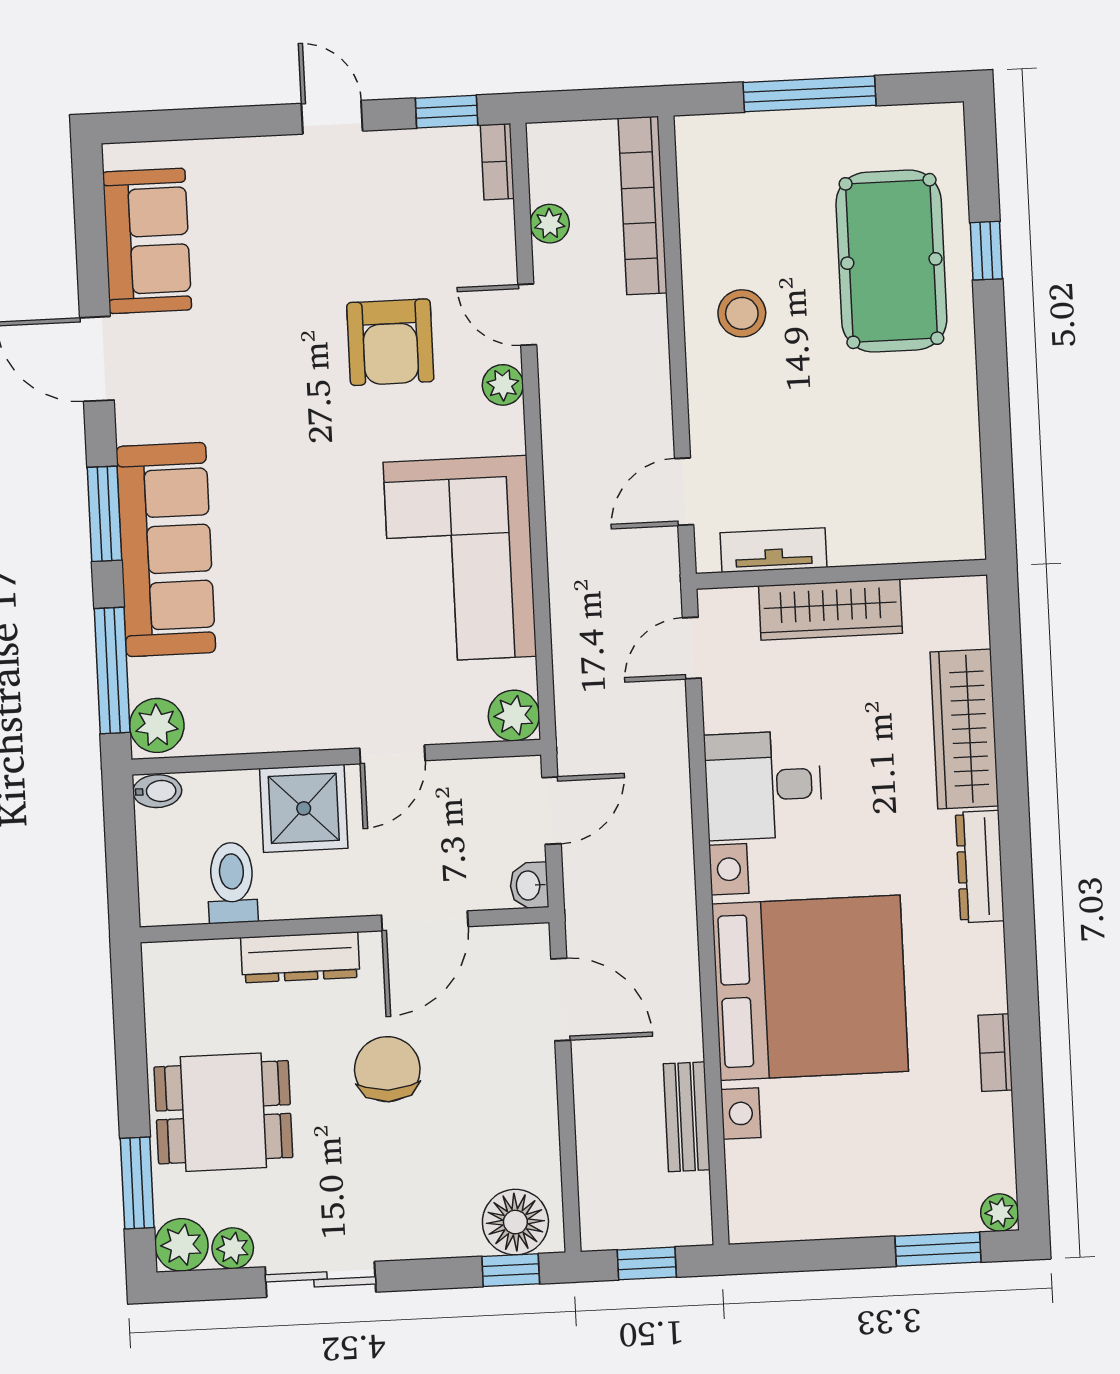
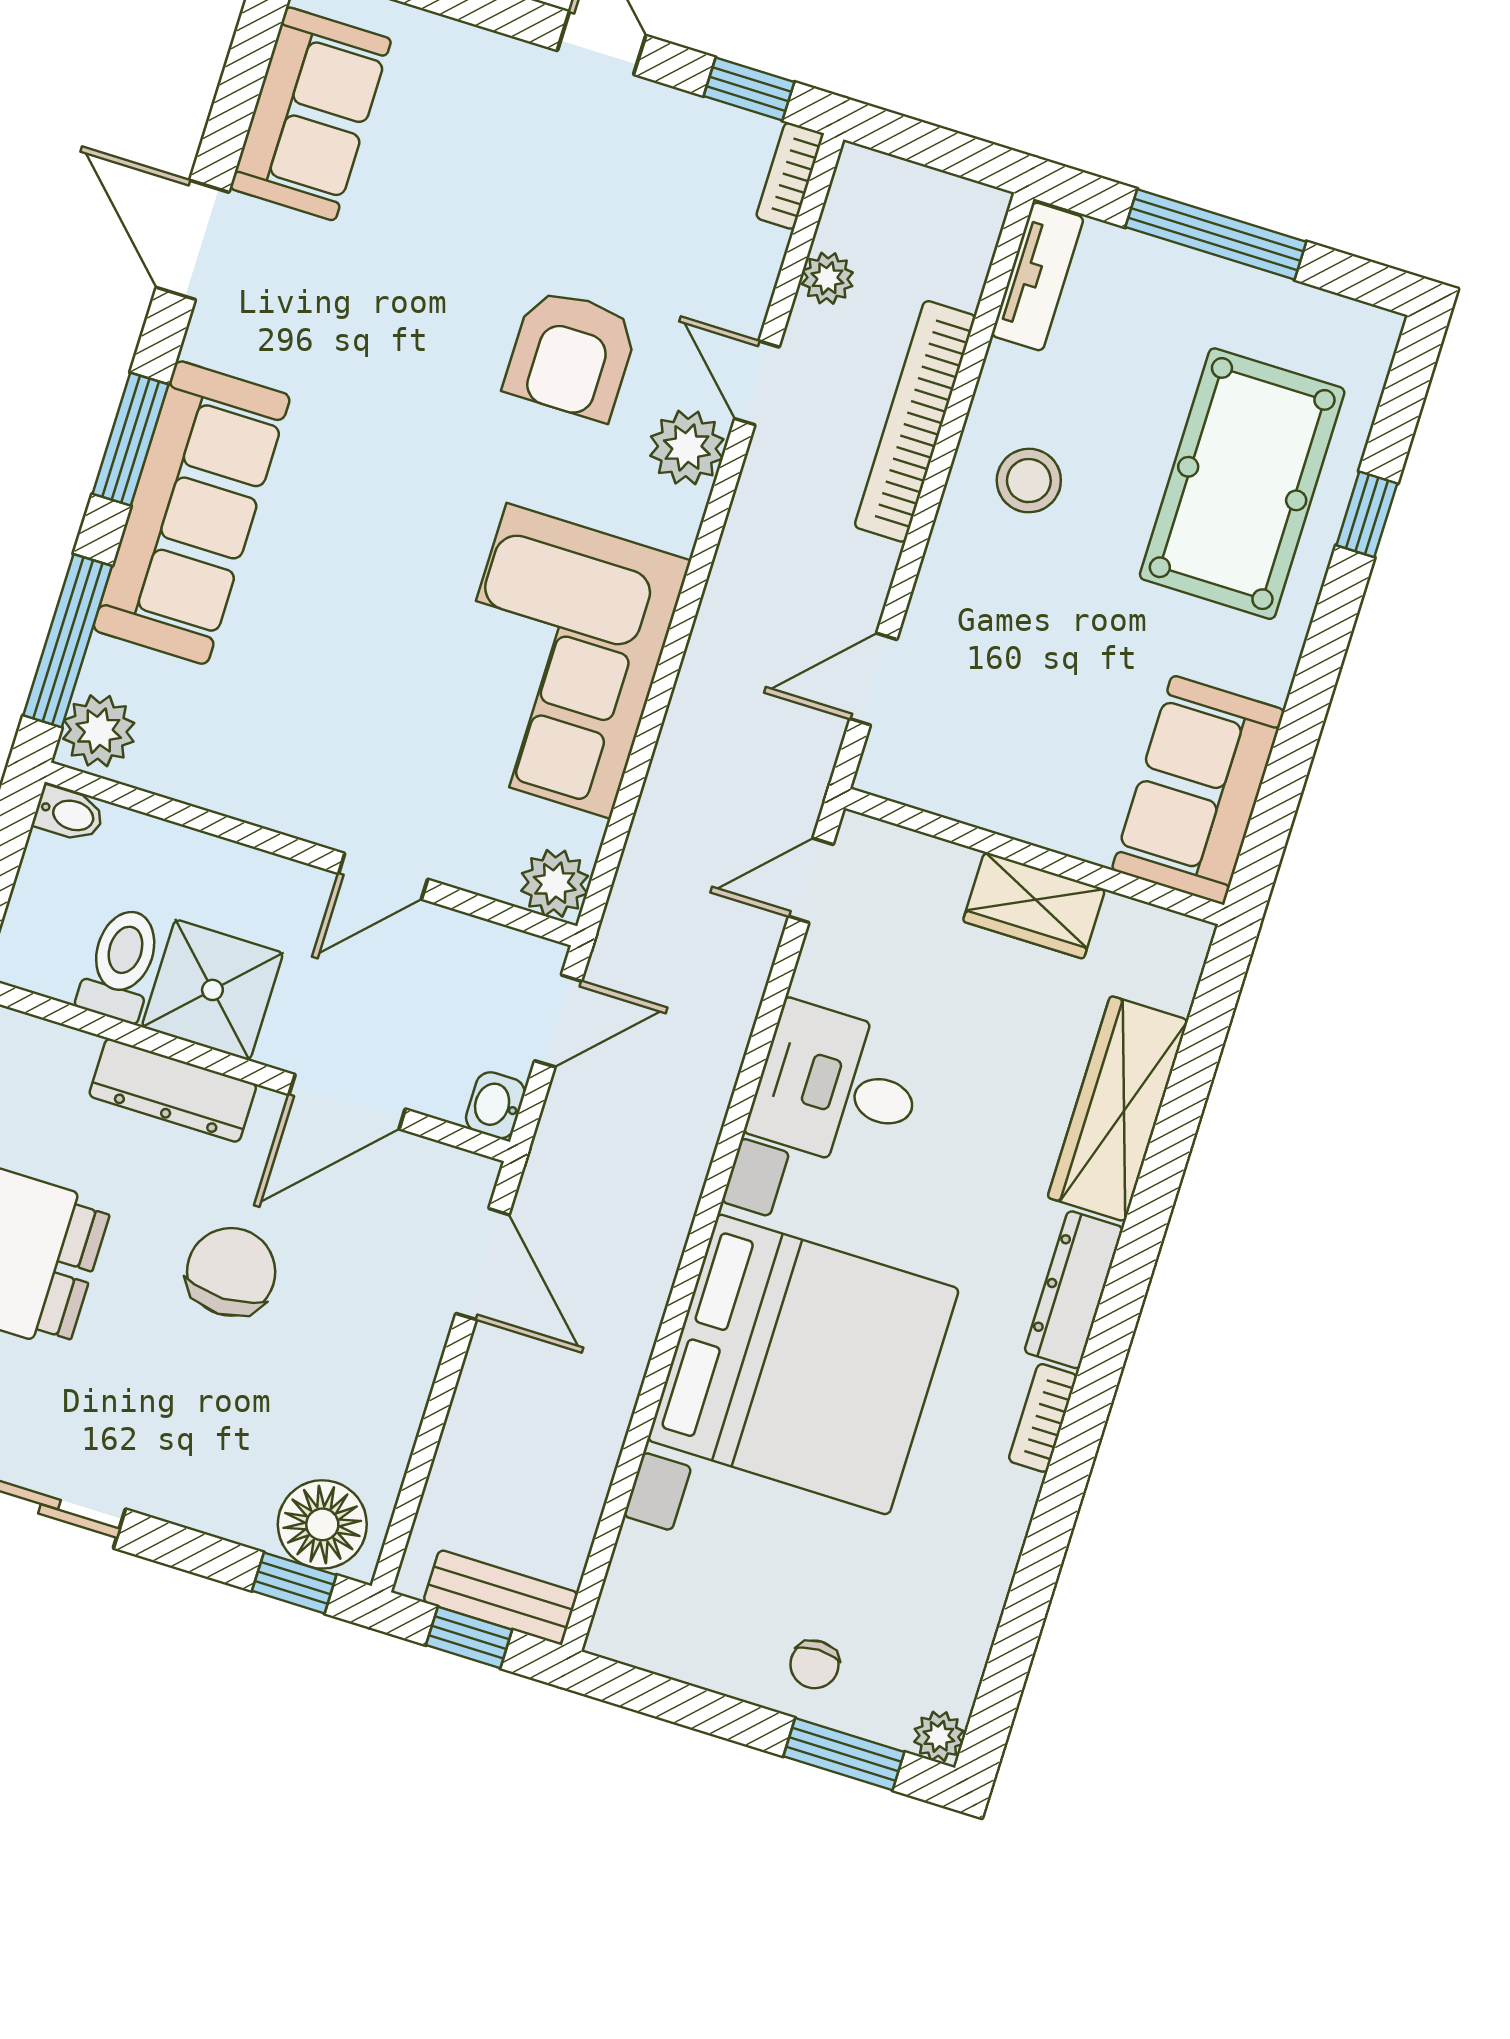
bookcase: (643, 206) -> (915, 421), moved
plant: (503, 385) -> (687, 448), width x1.38, depth x1.38
sofa: (939, 486) -> (1198, 790), added
tv unit: (773, 550) -> (1038, 276), moved, turned 90
wardrobe: (830, 610) -> (1034, 905), width x0.67
shower: (304, 808) -> (212, 990), moved
bookcase: (995, 1053) -> (1043, 1418), moved
bench: (687, 1117) -> (501, 1597), moved, turned 90
chair: (895, 1194) -> (815, 1664), added

